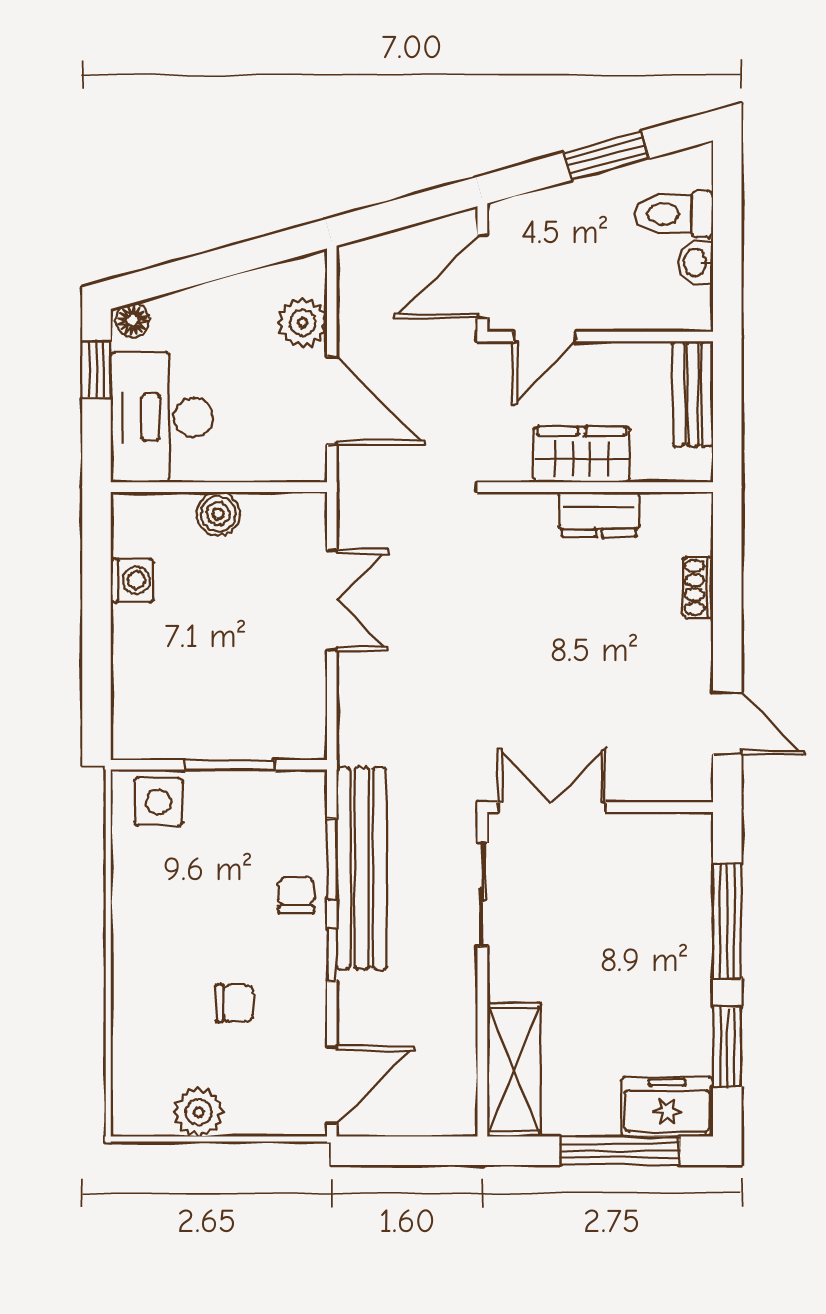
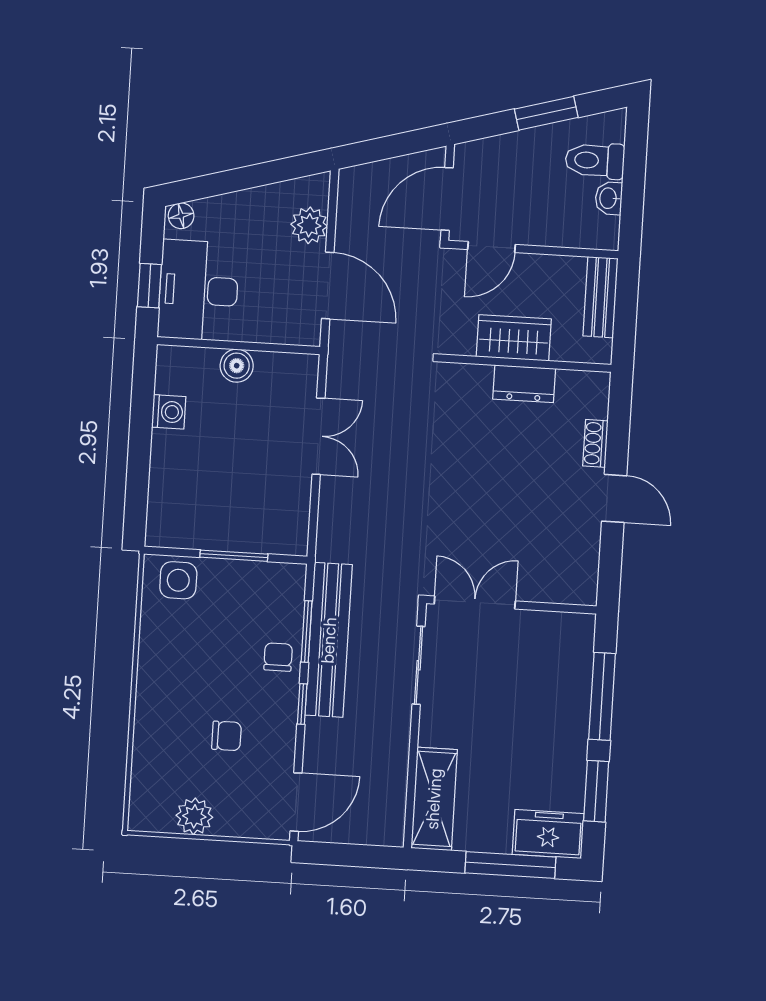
window: (96, 370) -> (149, 286), moved
door: (727, 723) -> (614, 498), moved

